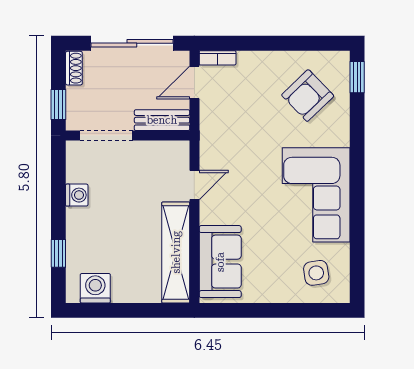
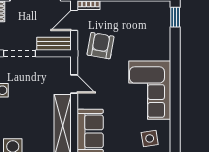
armchair: (308, 96) -> (101, 46), moved, turned 144
door: (194, 185) -> (74, 84), hinge flipped

